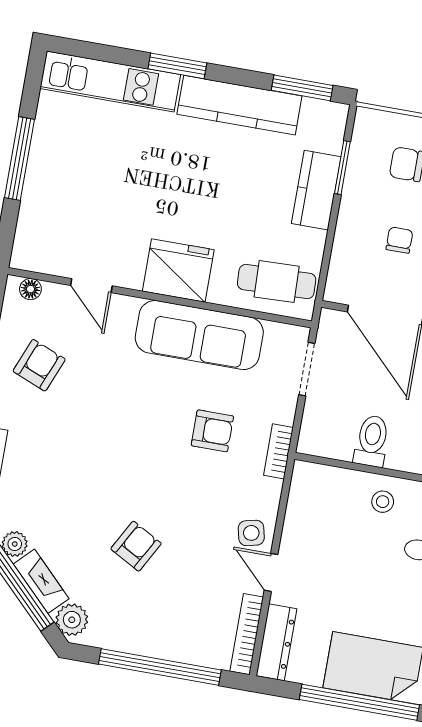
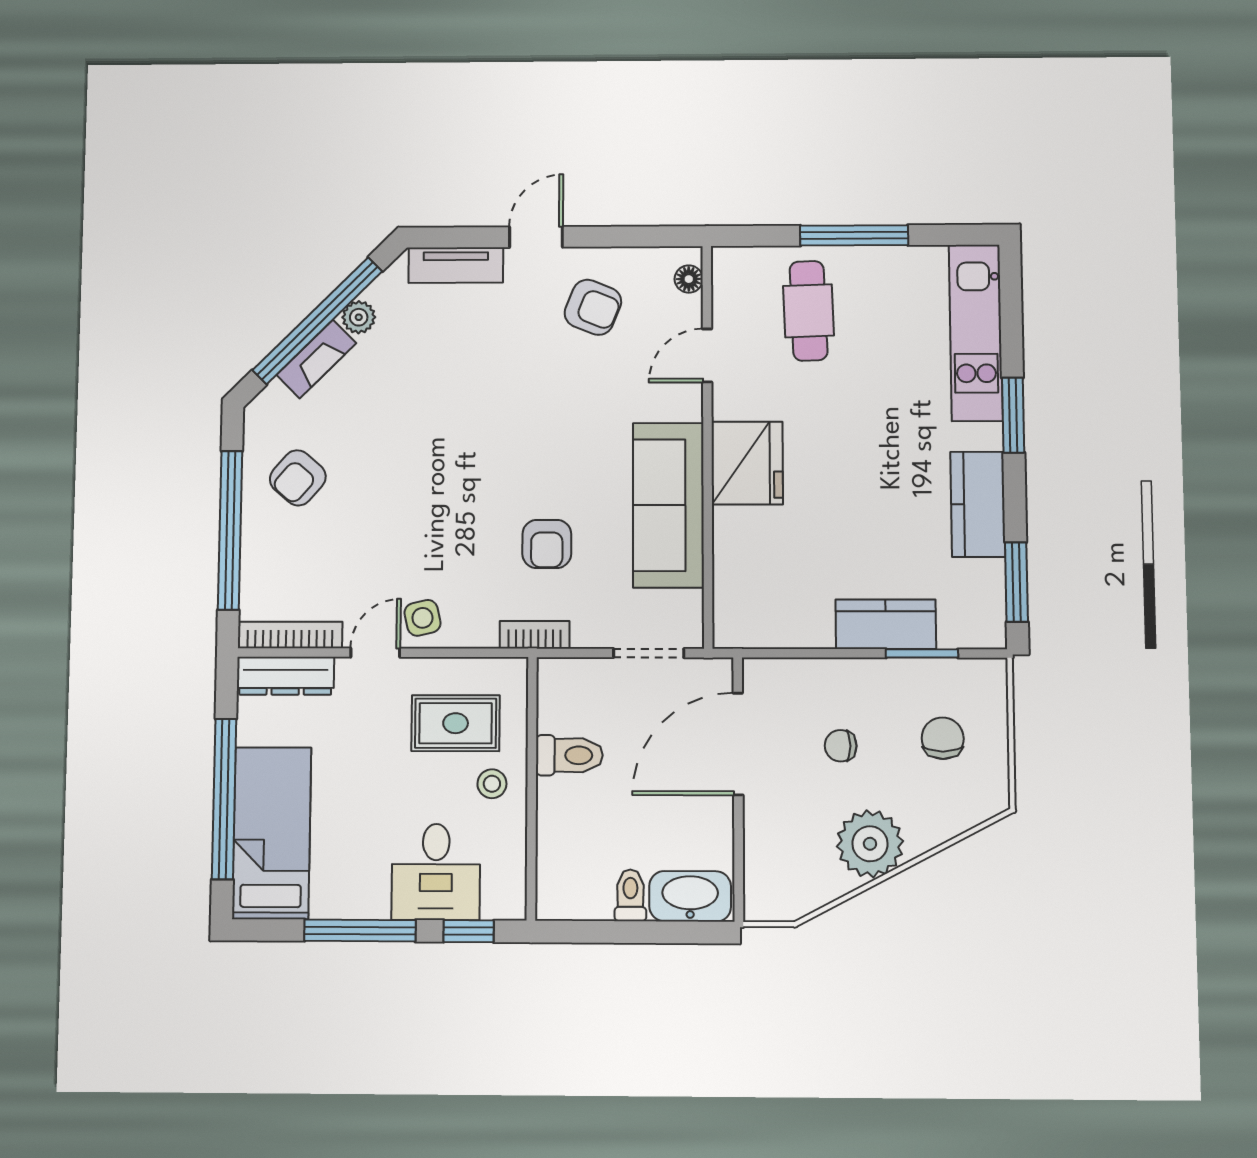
kitchen counter: (239, 105) -> (978, 504), width x0.67
chair: (399, 240) -> (841, 746), turned 180
cafe table: (277, 282) -> (809, 311), moved
rug: (334, 521) -> (456, 723), added
armchair: (136, 546) -> (298, 478), moved, turned 102
plant: (72, 620) -> (273, 407), removed

